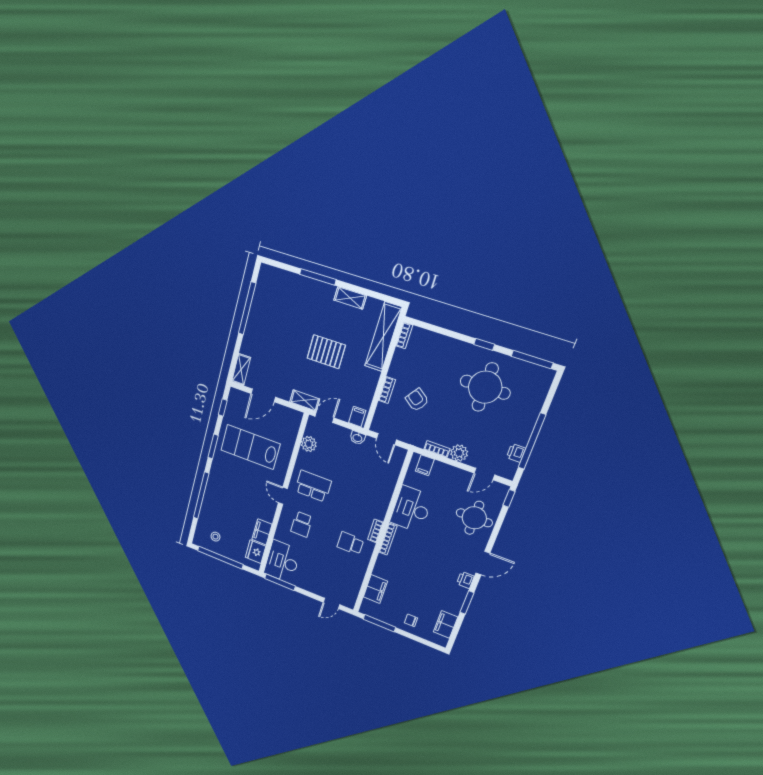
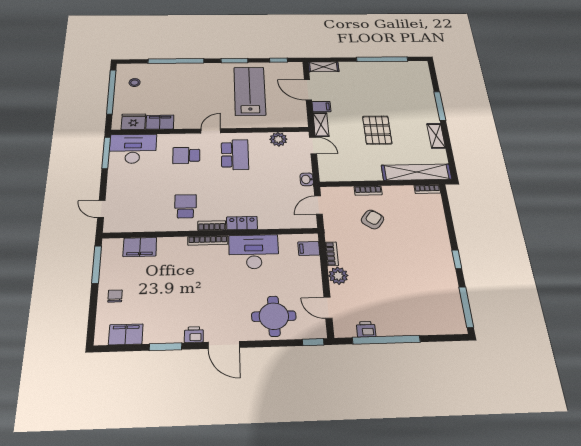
round table: (485, 387) -> (417, 275), removed
filing cabinet: (357, 417) -> (321, 107), moved
locker: (381, 507) -> (242, 223), added

